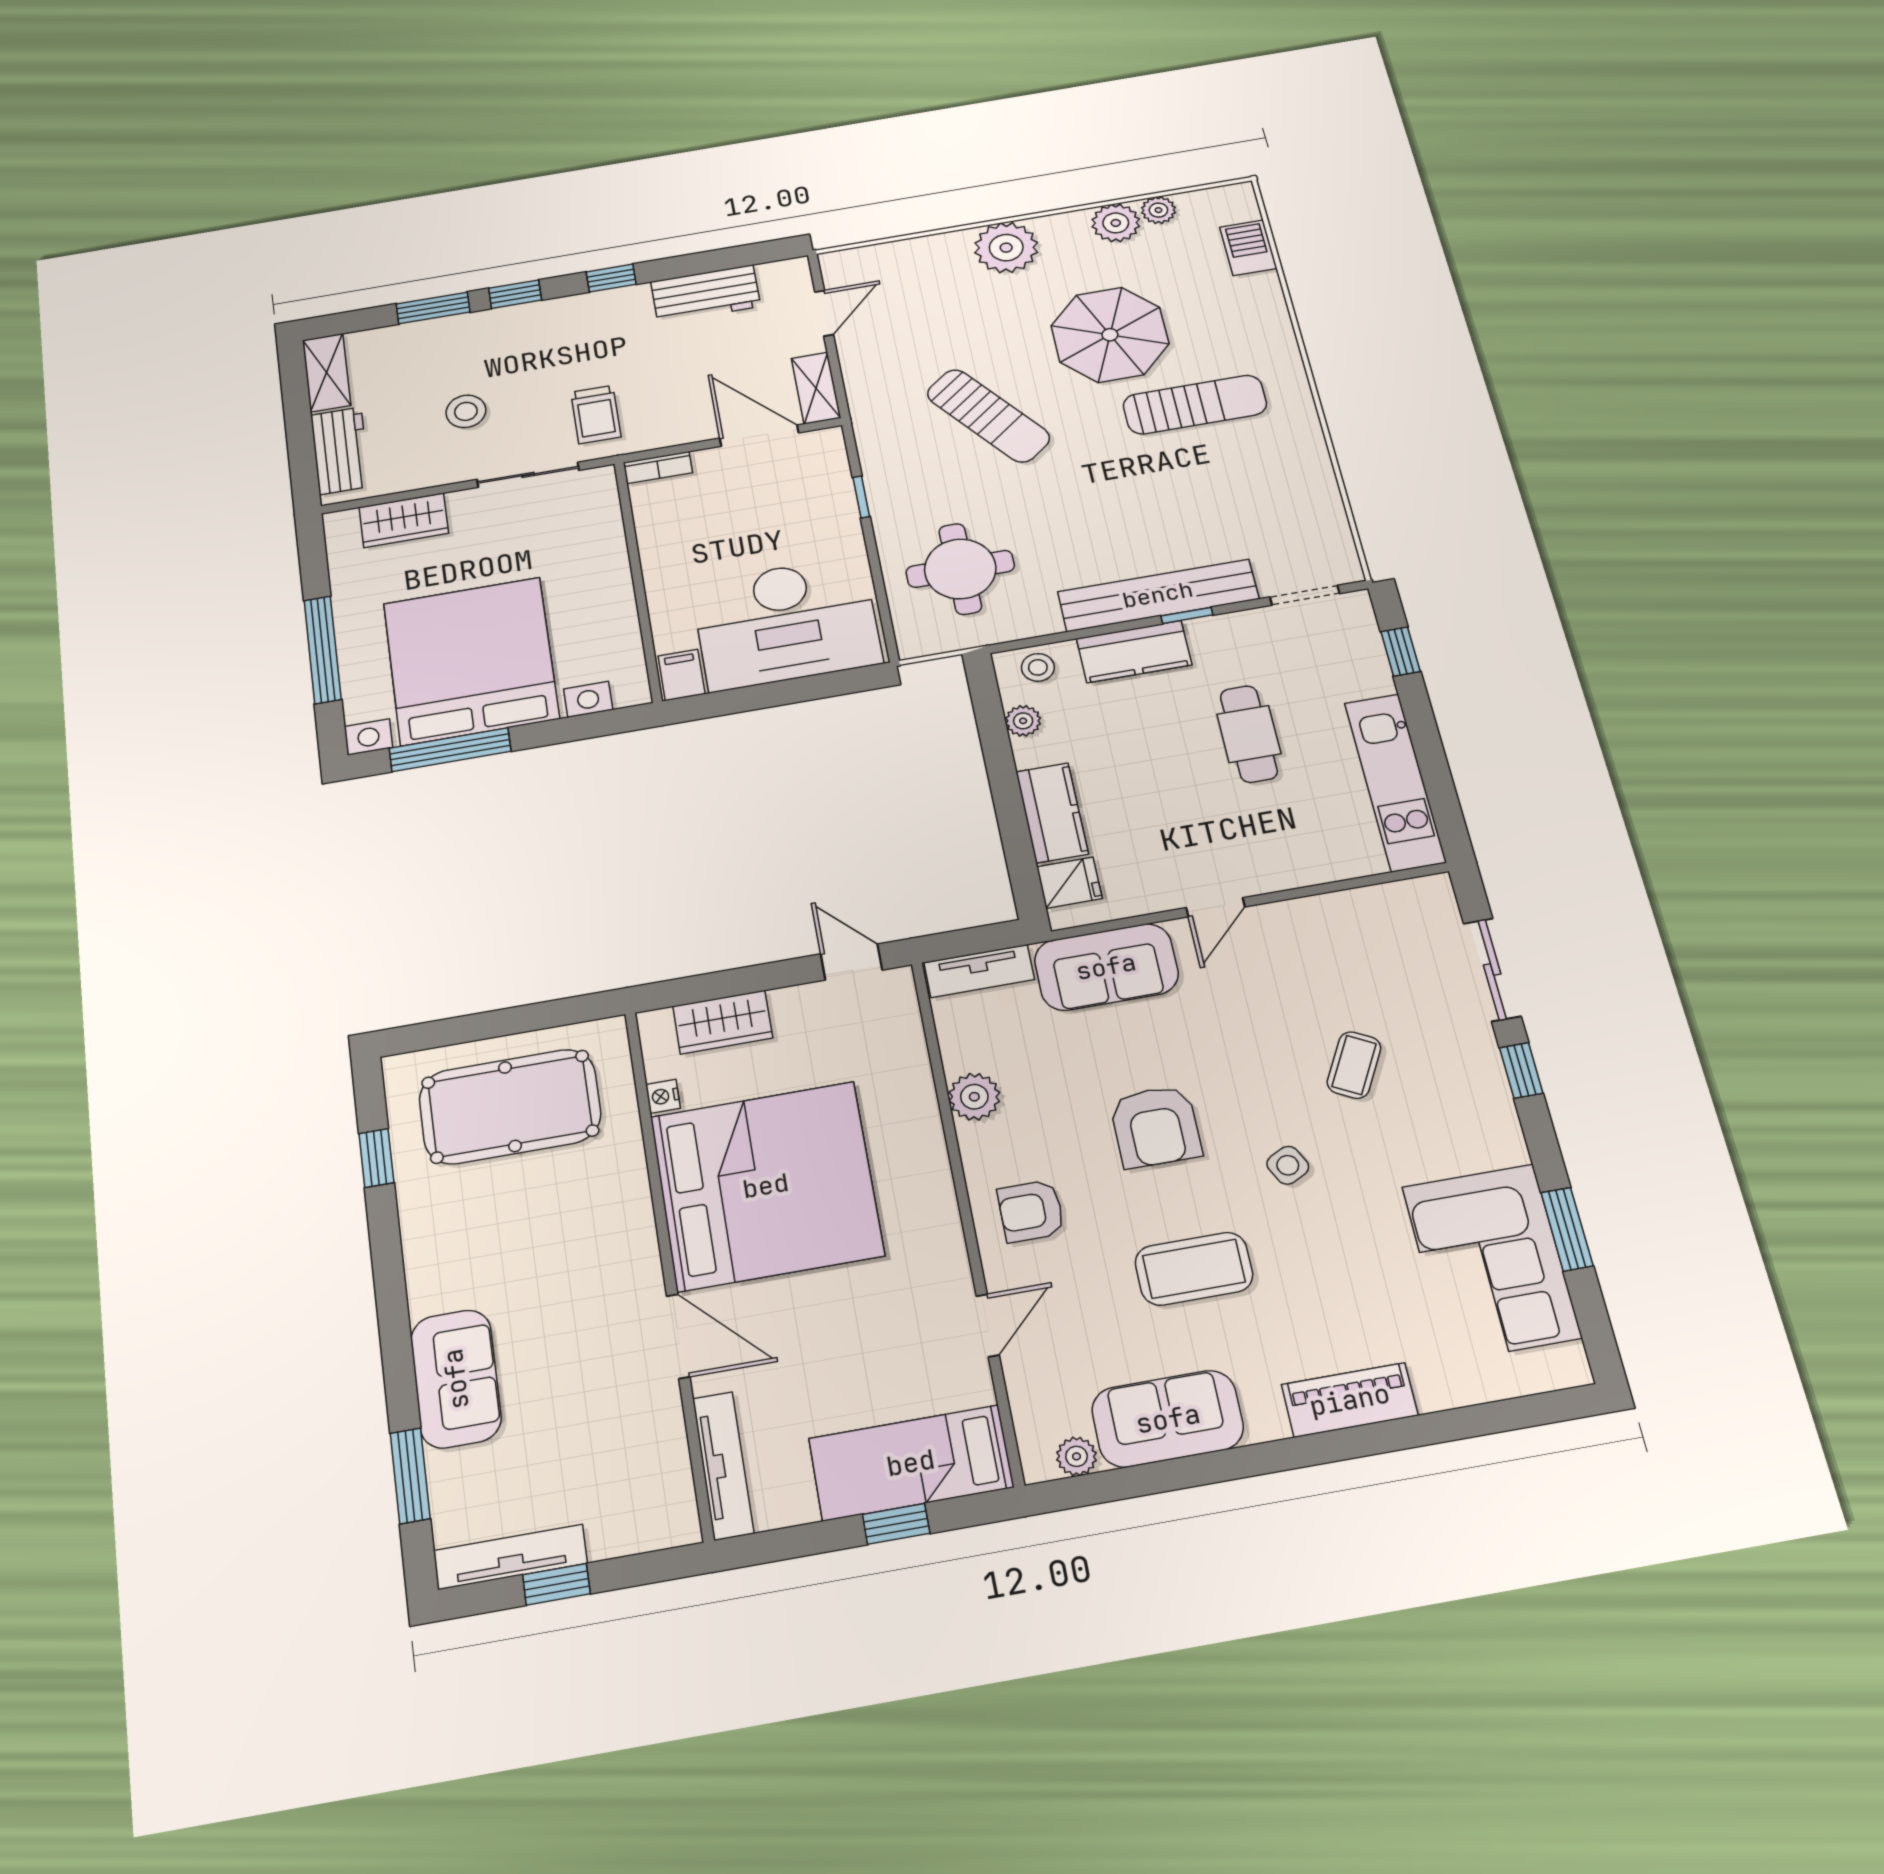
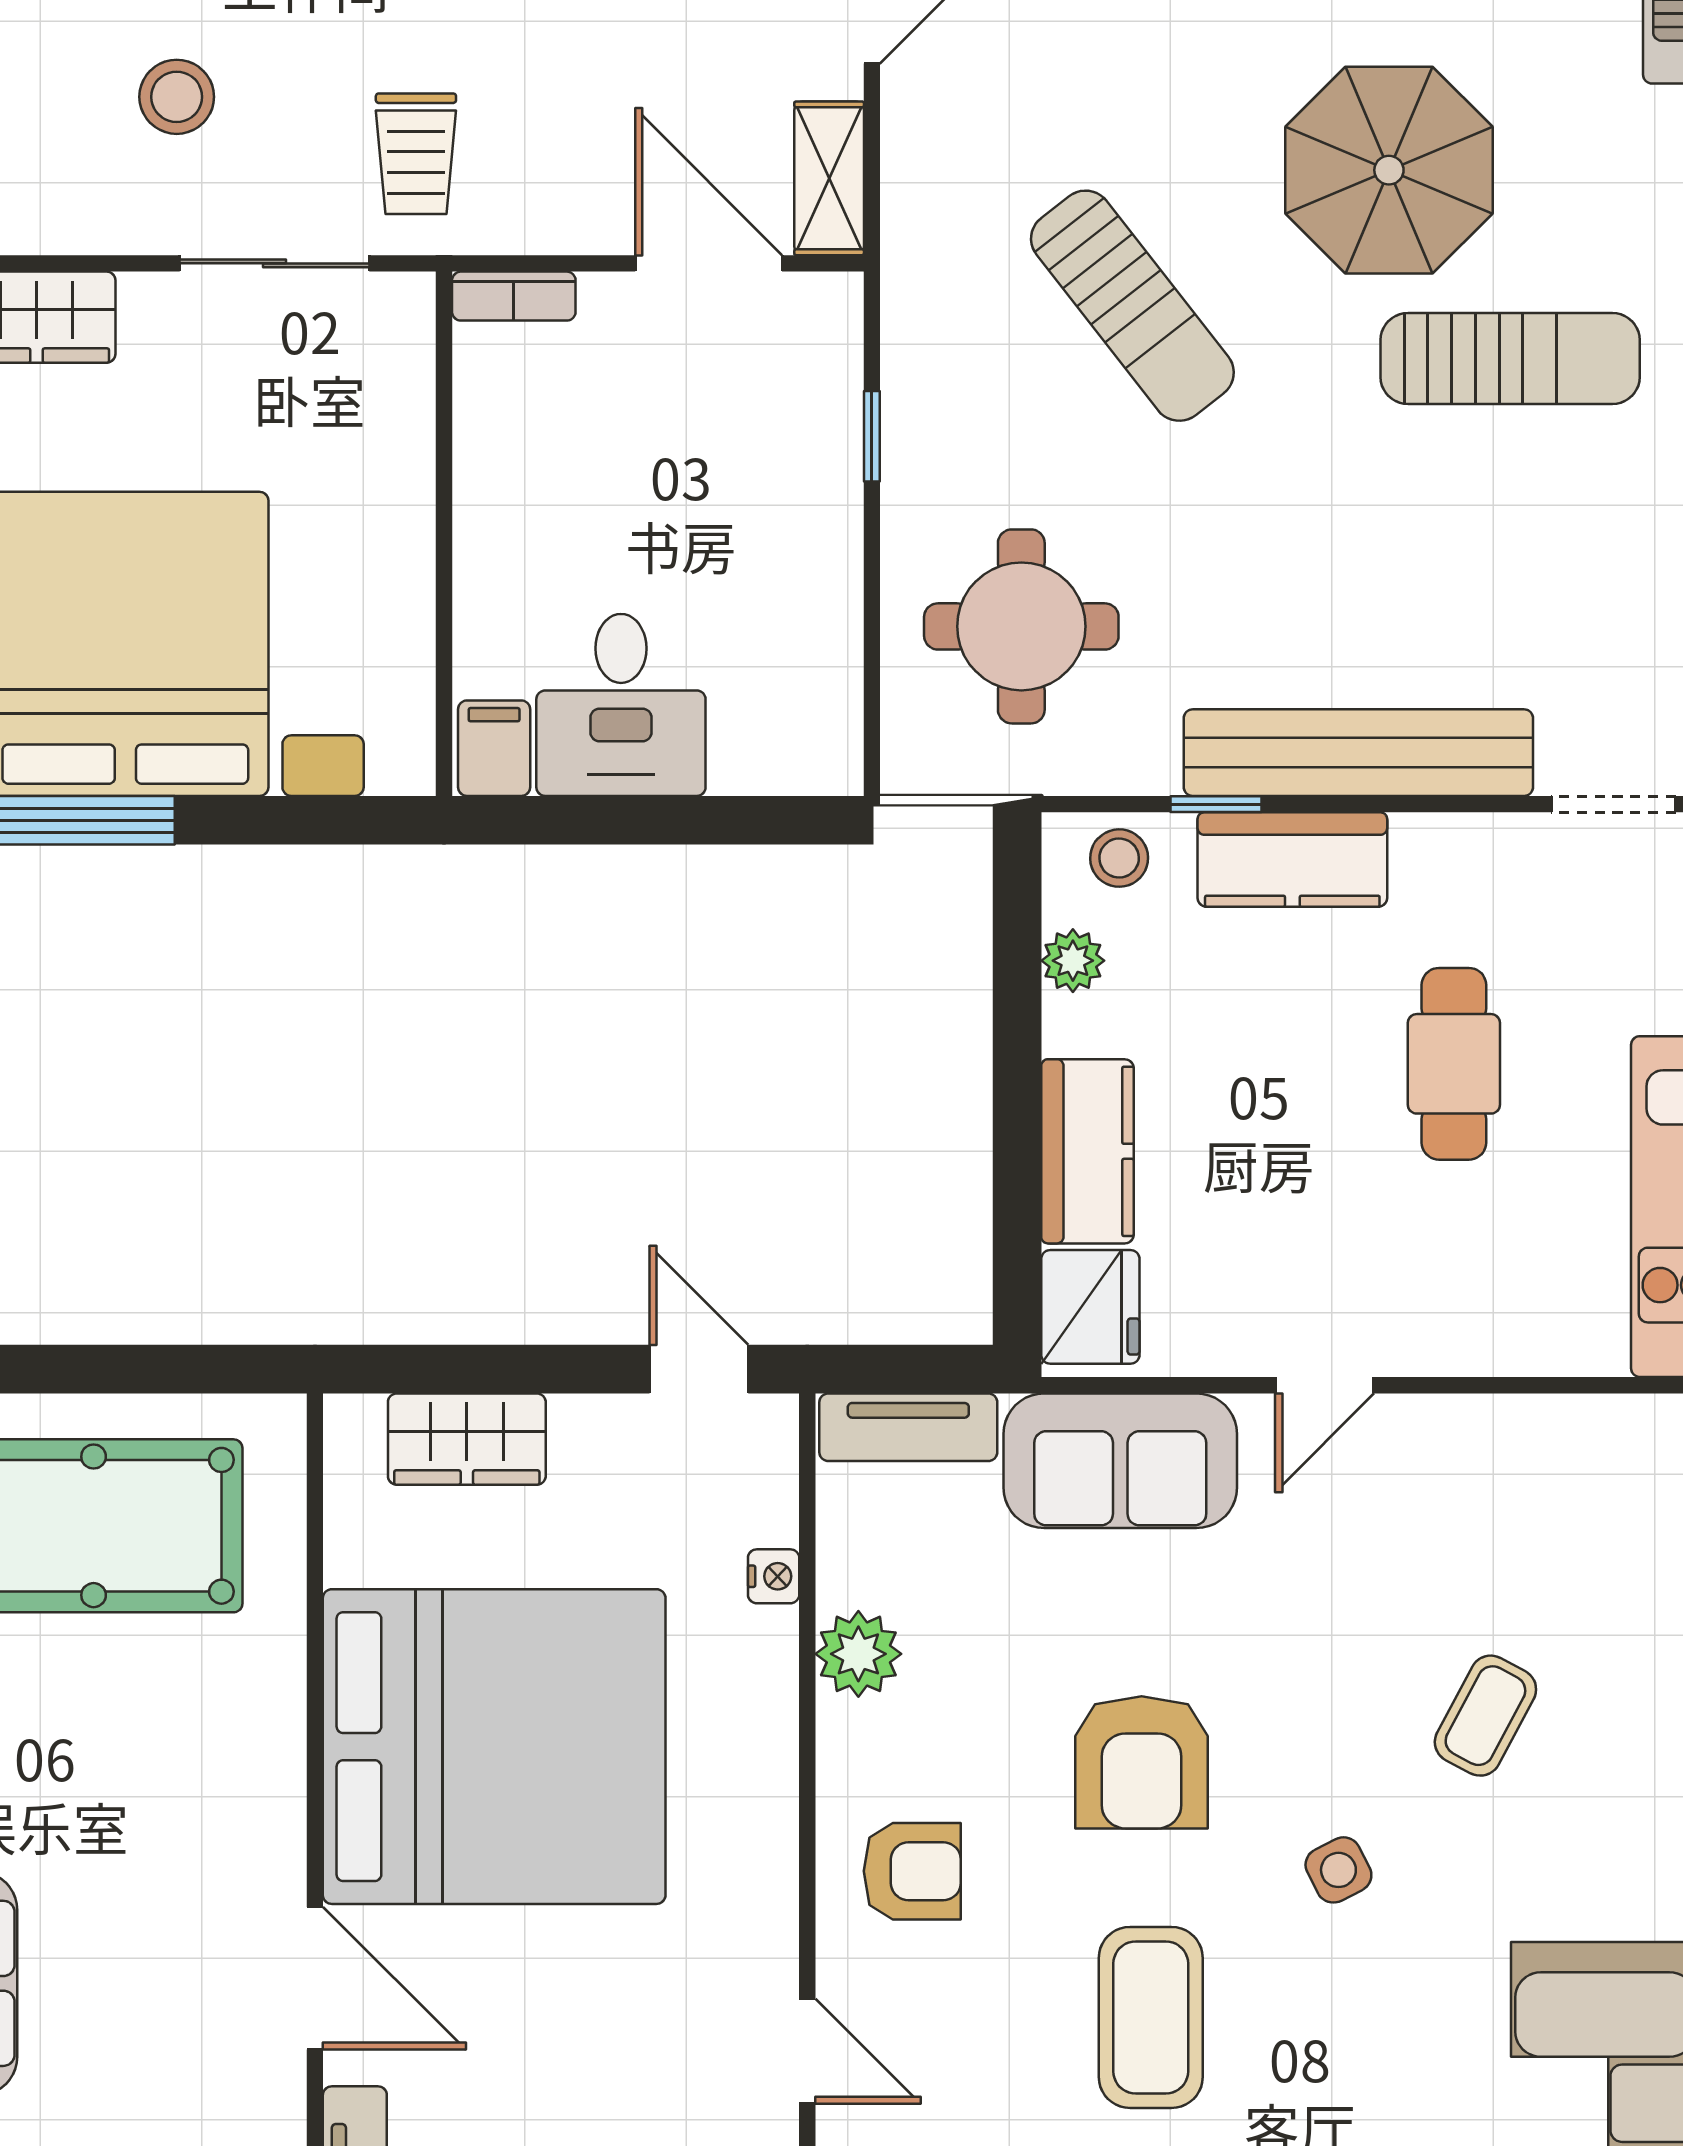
window: (1187, 615) -> (1216, 804), moved
desk: (786, 623) -> (621, 705), width x0.53, depth x0.77
fridge: (1069, 883) -> (1090, 1307), width x1.38
nightstand: (663, 1096) -> (774, 1576), moved, turned 180
armchair: (1031, 1211) -> (912, 1871), turned 180
coffee table: (1194, 1269) -> (1151, 2017), turned 90
door: (988, 1325) -> (807, 2051), hinge flipped

